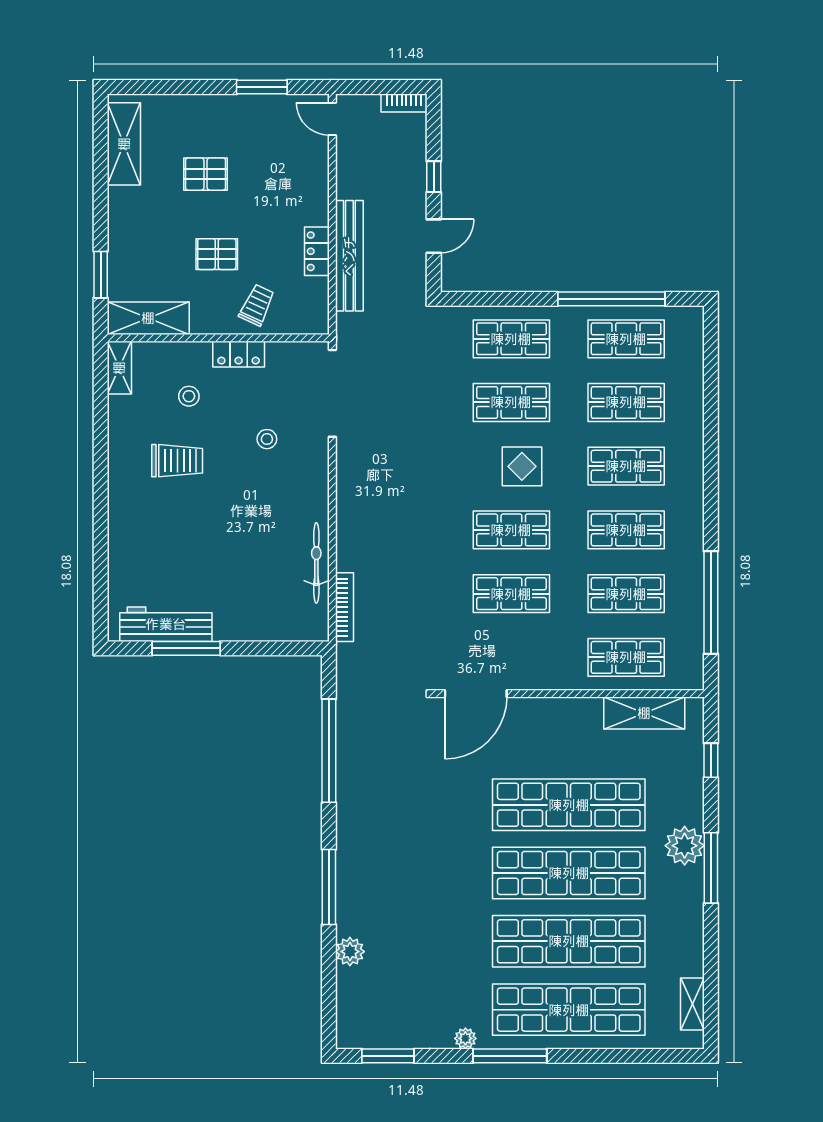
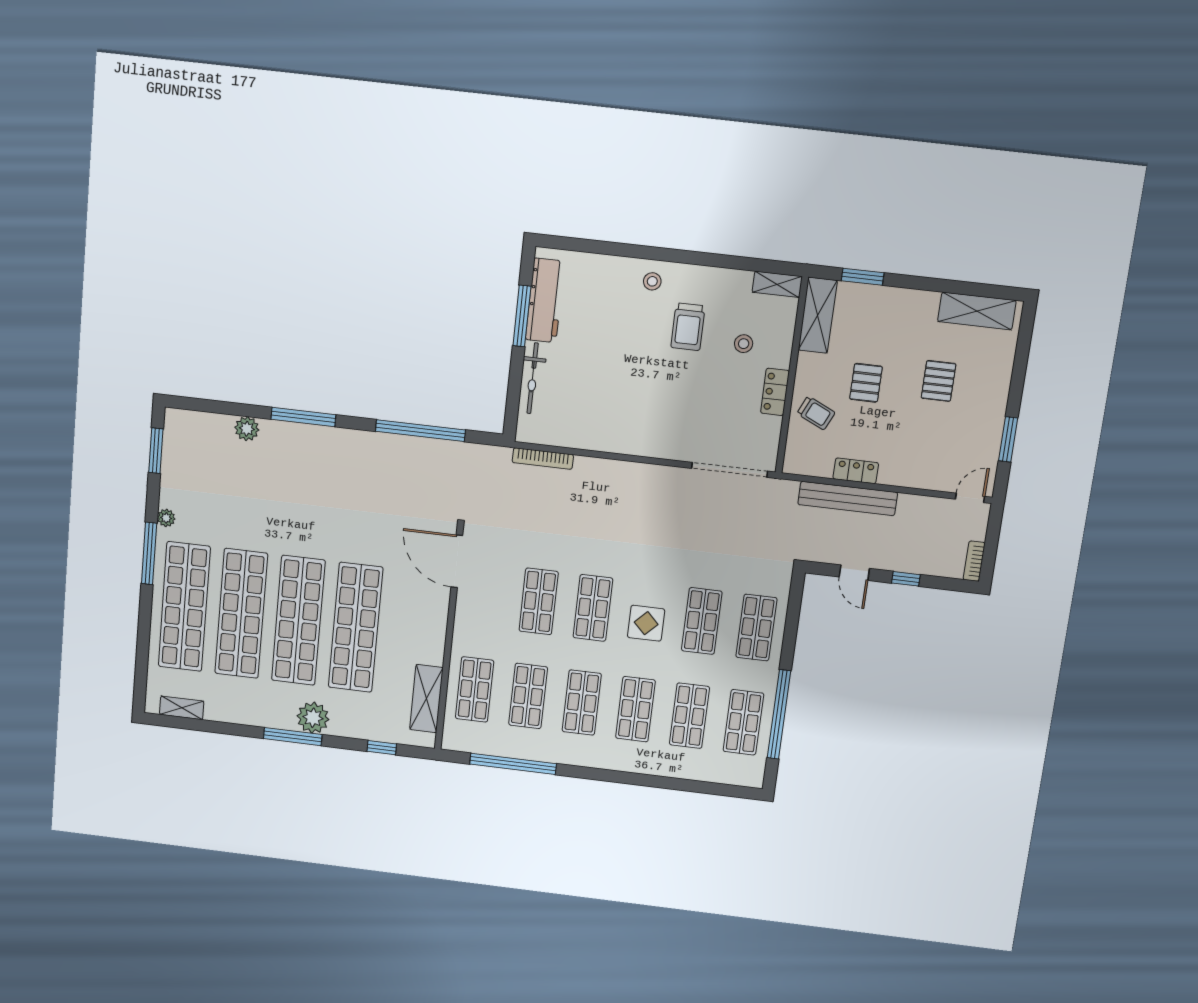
stool: (267, 439) -> (652, 281), moved
bicycle: (316, 563) -> (533, 378), moved, turned 90

